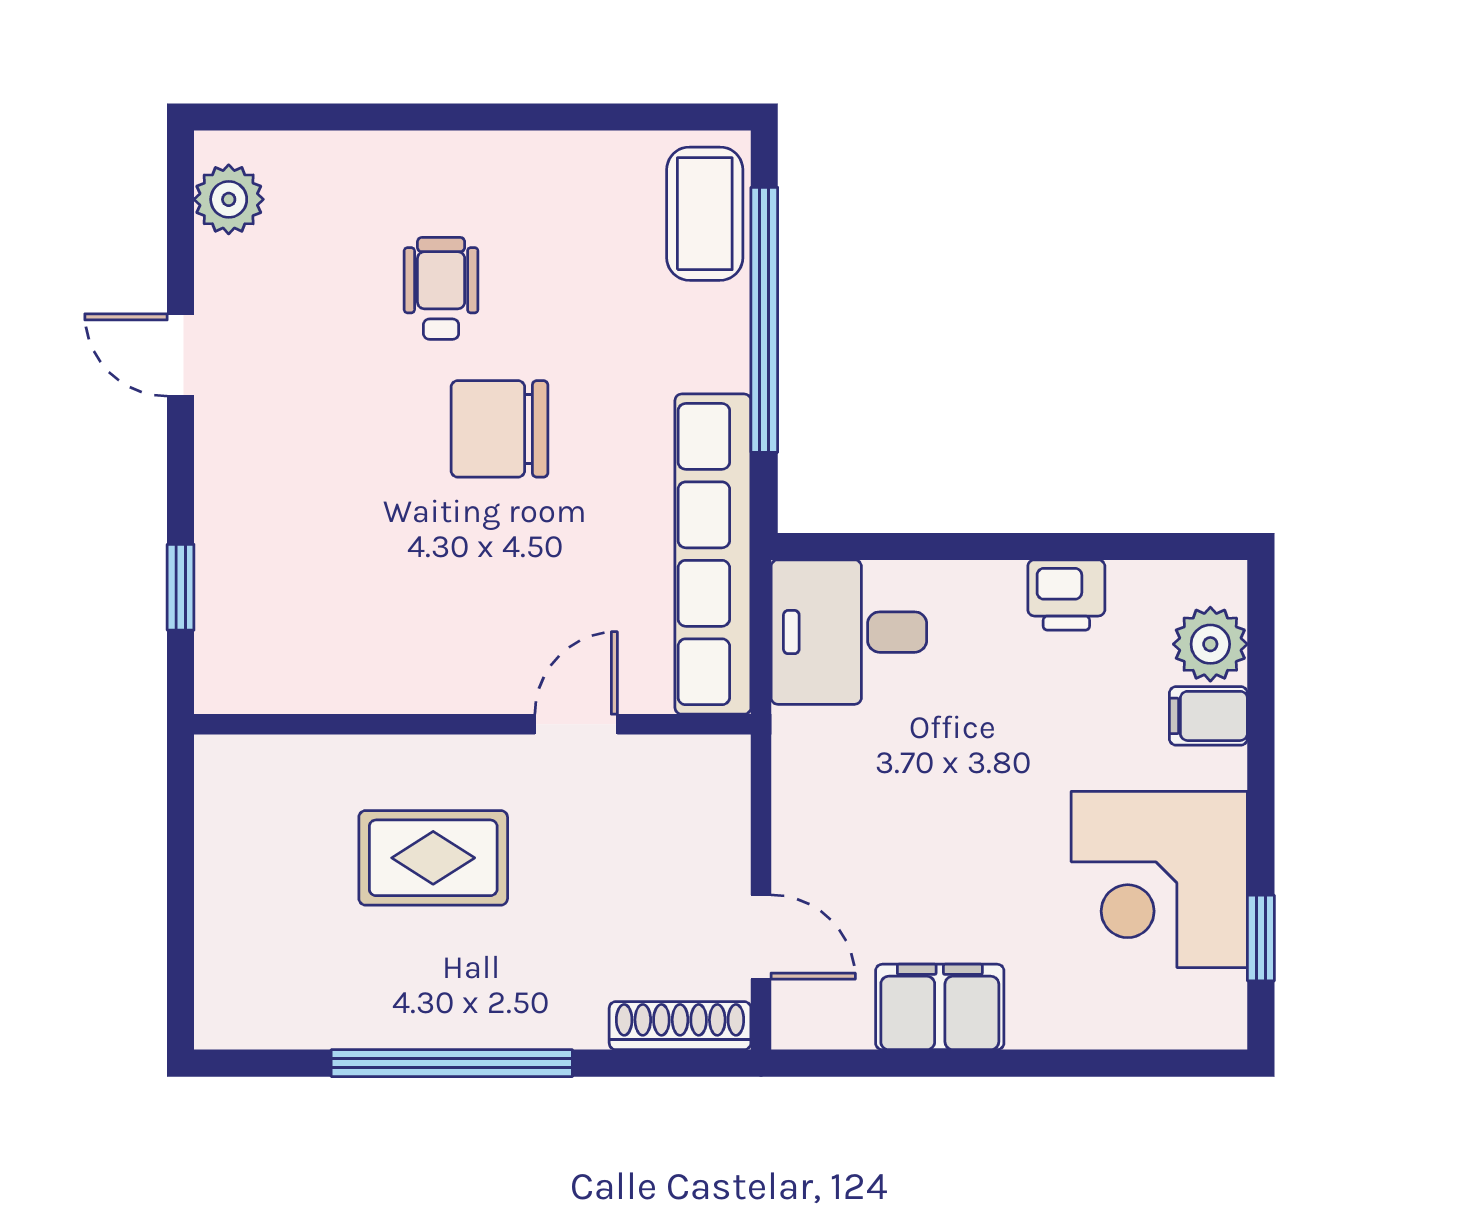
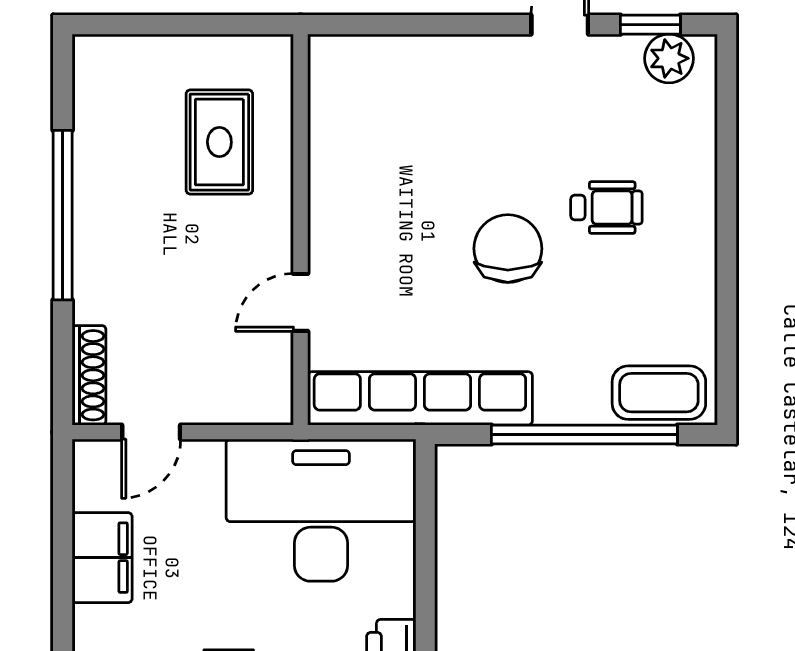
window: (181, 587) -> (650, 25), moved
desk: (849, 632) -> (321, 510), width x1.87, depth x1.30
door: (576, 724) -> (300, 302), swing flipped
rug: (433, 858) -> (219, 142), moved

